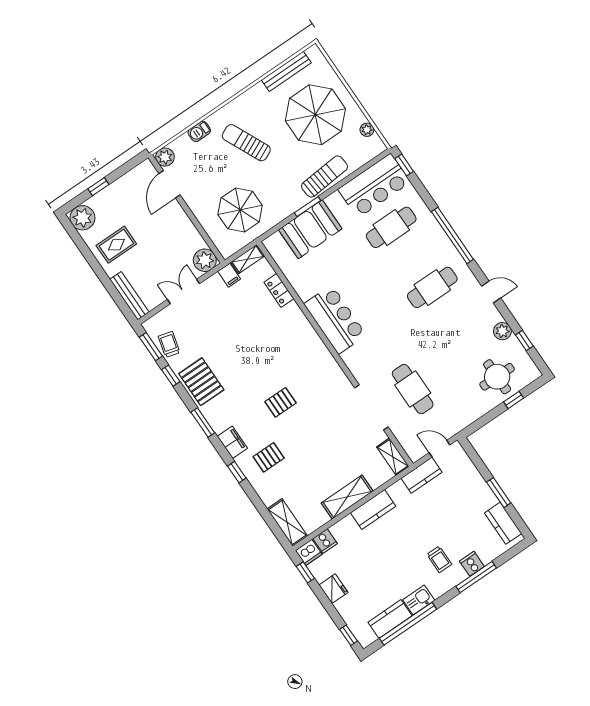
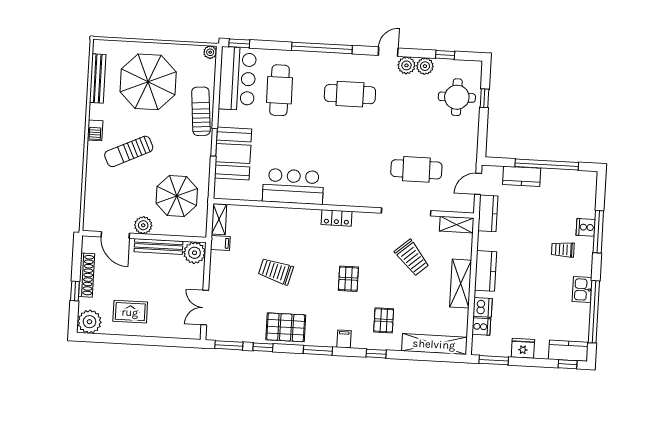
plant: (367, 130) -> (210, 52), moved
barbecue: (199, 131) -> (95, 130), moved
plant: (165, 157) -> (143, 225), moved
shoe rack: (119, 186) -> (87, 275), added
rug: (116, 245) -> (130, 312), turned 90
cafe table: (432, 287) -> (350, 94), turned 90
locker: (279, 290) -> (337, 218), moved
double door: (184, 292) -> (205, 308), moved
bench: (129, 296) -> (158, 246), moved
plant: (491, 316) -> (406, 65), added
bar counter: (335, 320) -> (293, 186), moved
trolley: (169, 344) -> (276, 271), moved, width x1.36, depth x1.39
trolley: (338, 441) -> (412, 258), added
filing cabinet: (232, 442) -> (344, 339), width x0.50
window: (499, 493) -> (547, 165), width x2.11
shelving: (287, 523) -> (434, 344), width x1.47
kitchen counter: (503, 523) -> (522, 176), moved
dishwasher: (309, 552) -> (483, 307), moved
trolley: (439, 559) -> (563, 250), turned 180
window: (305, 572) -> (494, 360), width x1.50
kitchen counter: (390, 619) -> (568, 351), moved, turned 90

